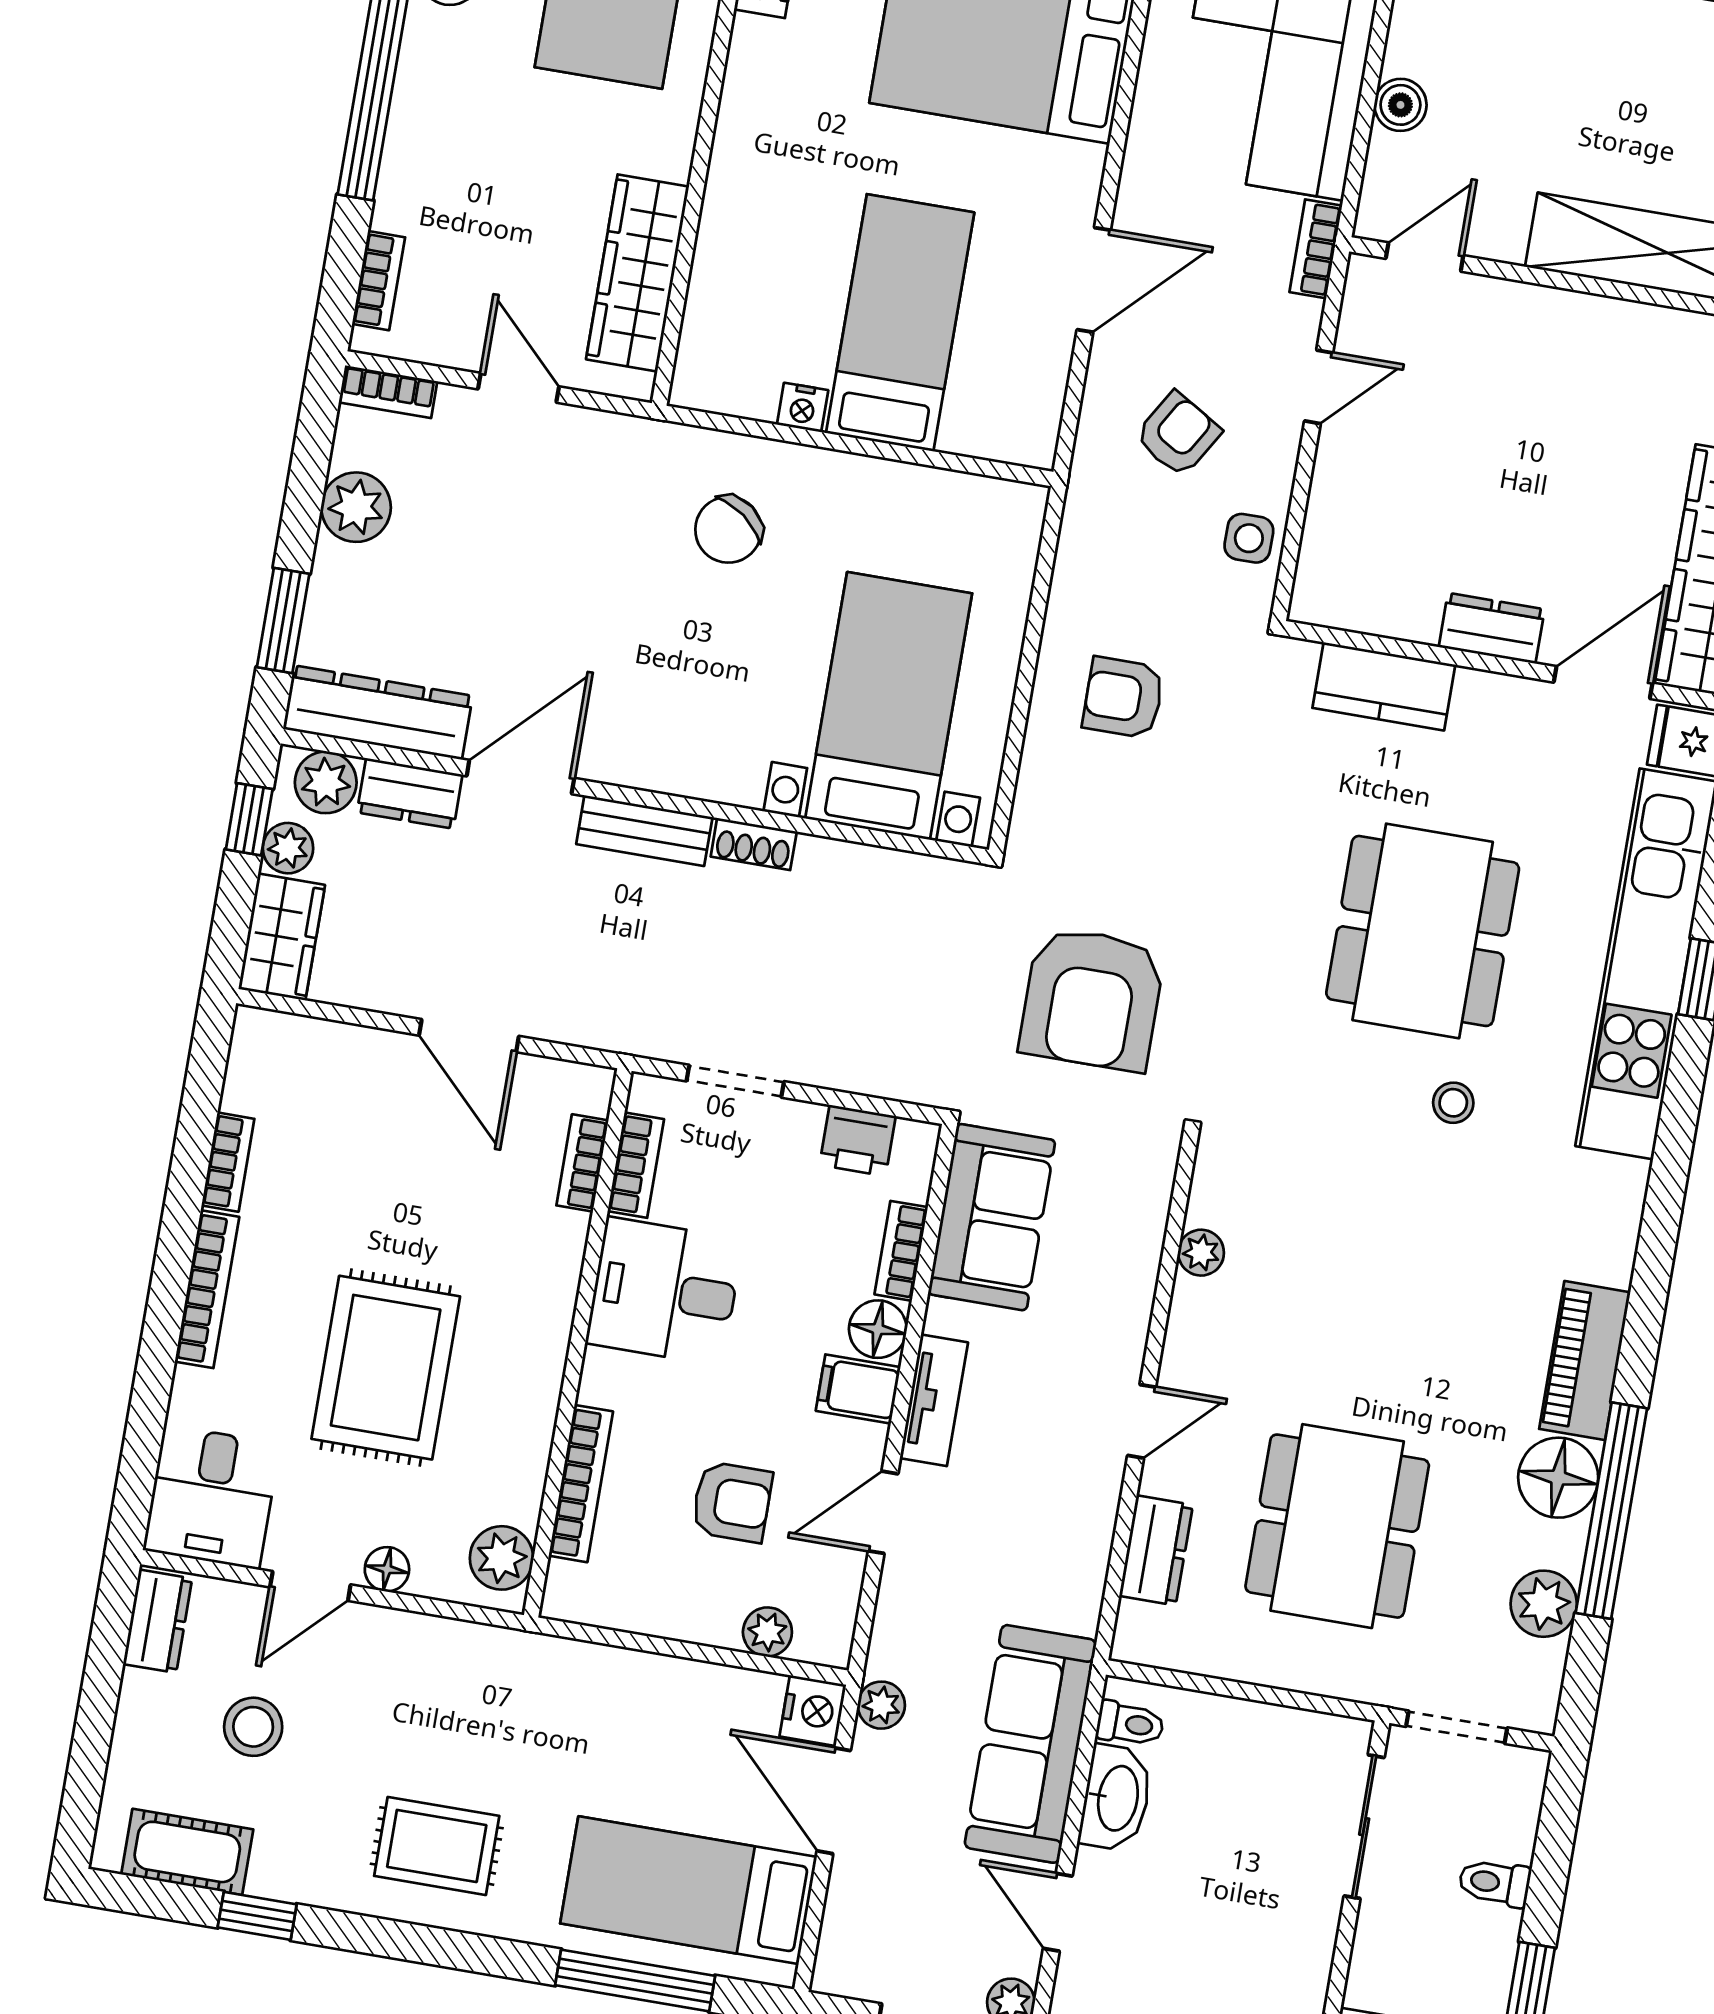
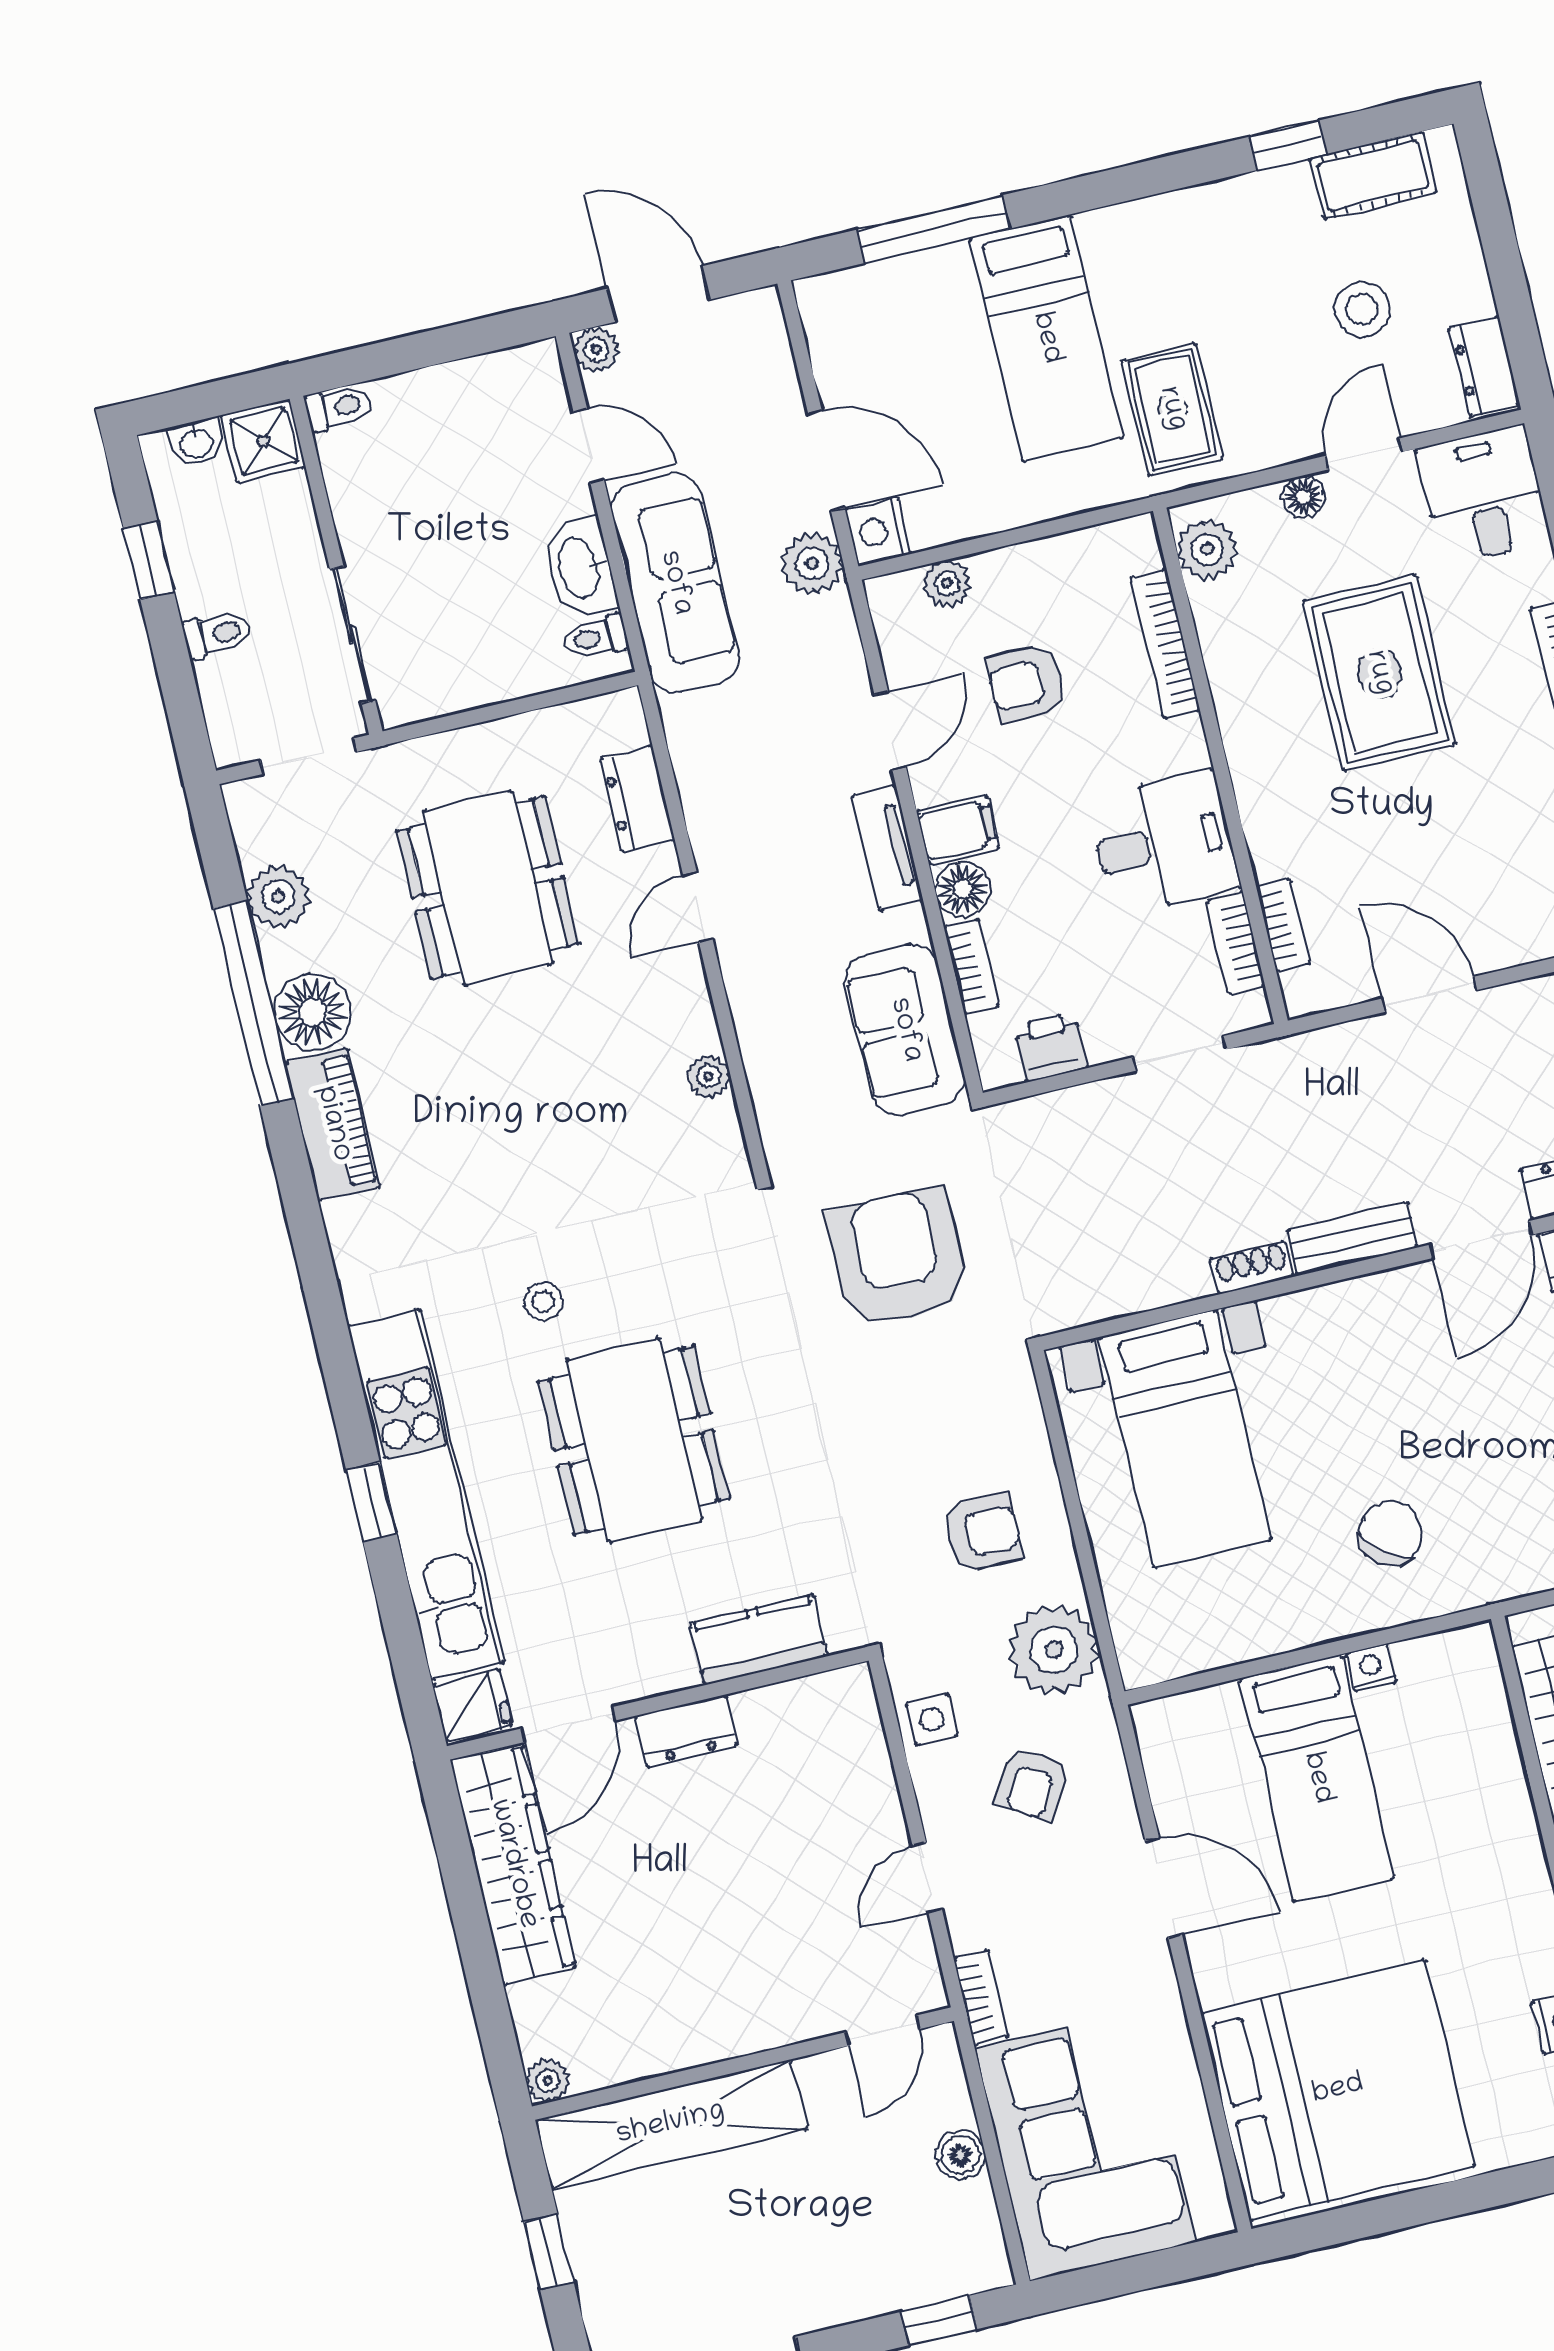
door: (1094, 280) -> (1164, 1888), swing flipped
plant: (1102, 556) -> (1054, 1650), added
plant: (881, 1705) -> (812, 564), width x1.38, depth x1.38
rug: (437, 1846) -> (1172, 409), moved, turned 90
bed: (688, 1890) -> (1046, 338), moved, turned 90

